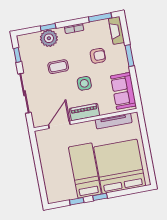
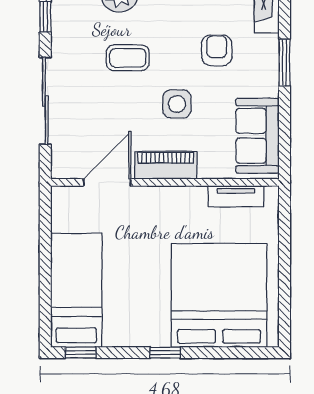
armchair: (98, 56) -> (217, 50), turned -90
tv unit: (114, 121) -> (236, 196), width x0.71
bed: (85, 170) -> (76, 290), moved
window: (77, 201) -> (80, 353), moved

